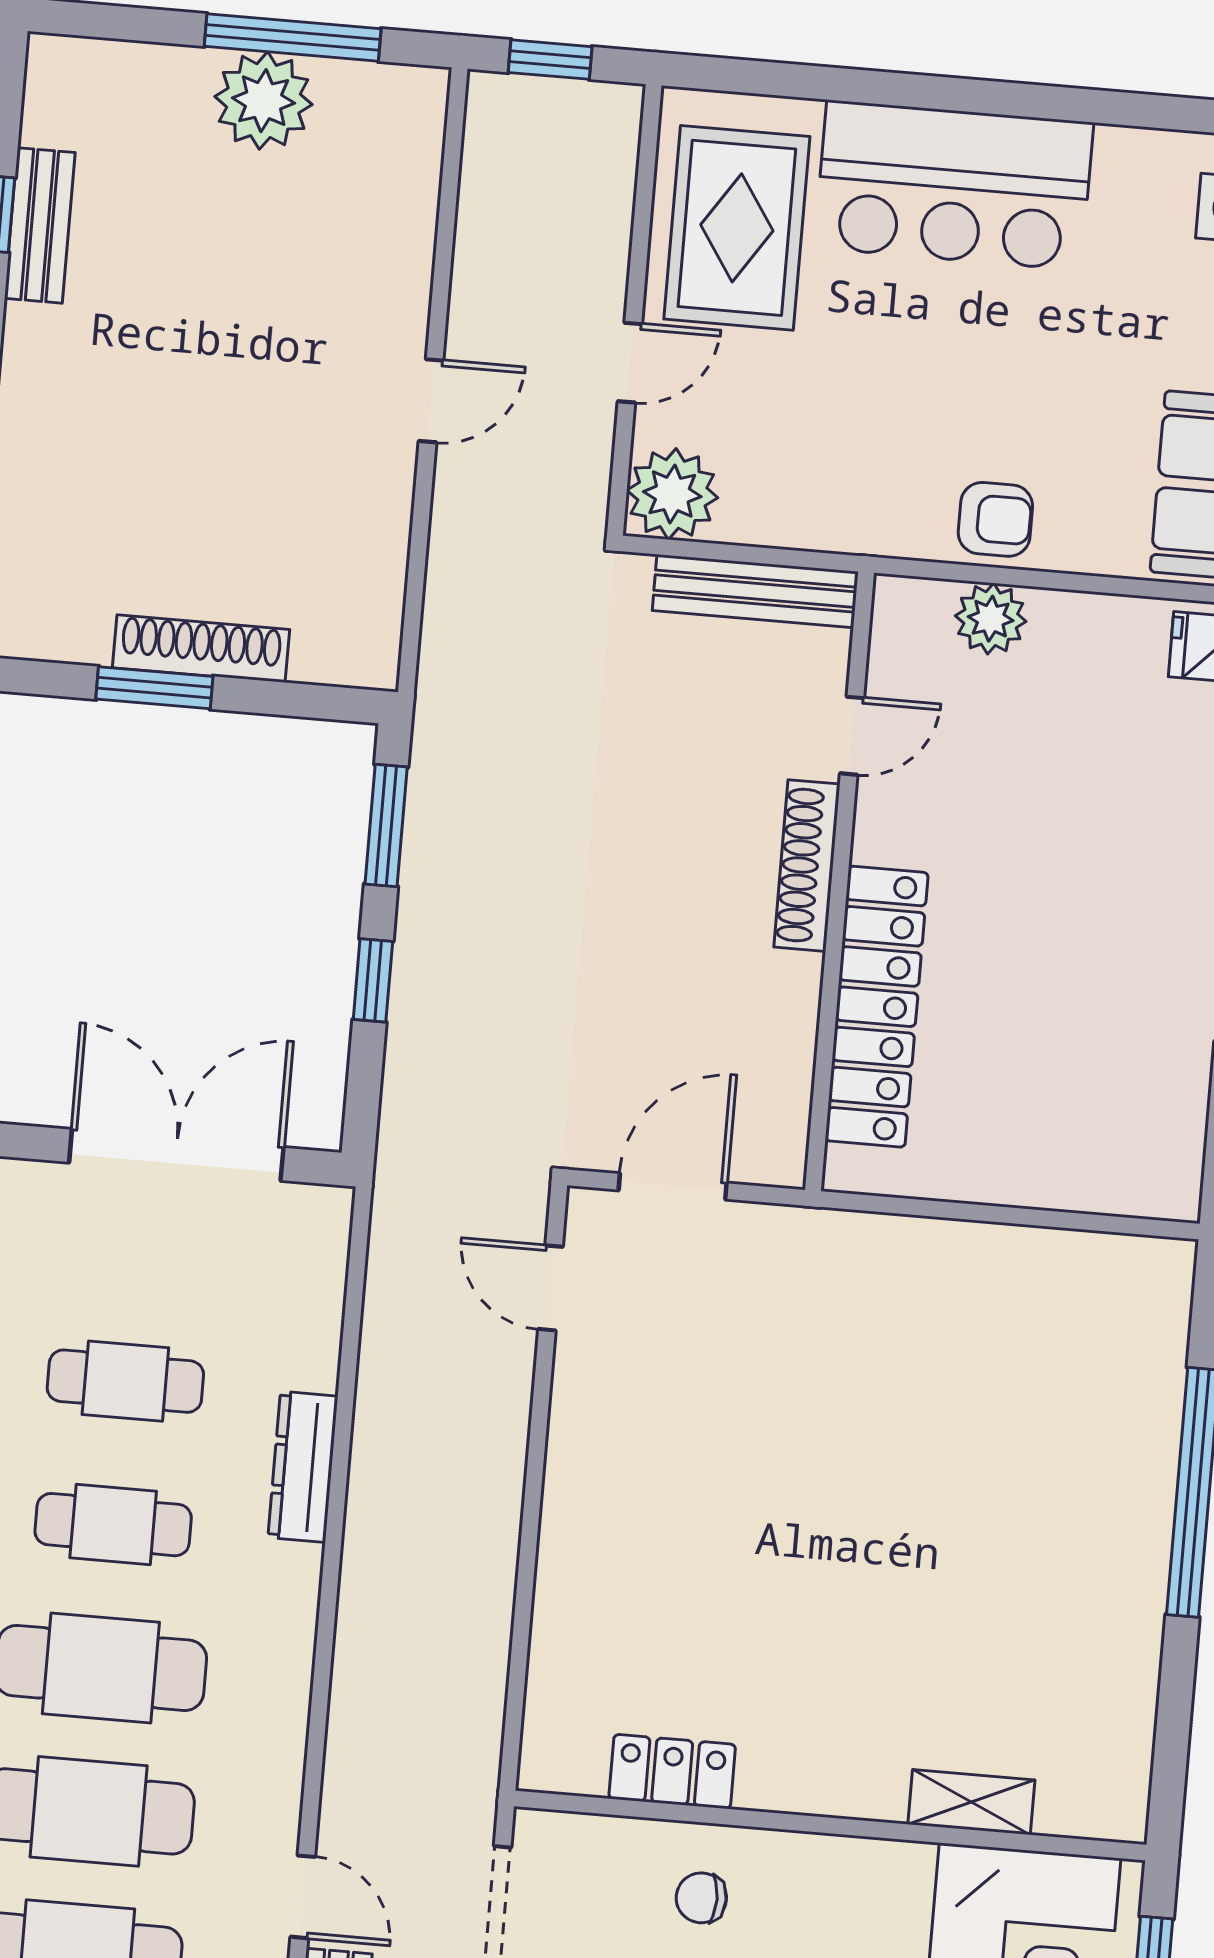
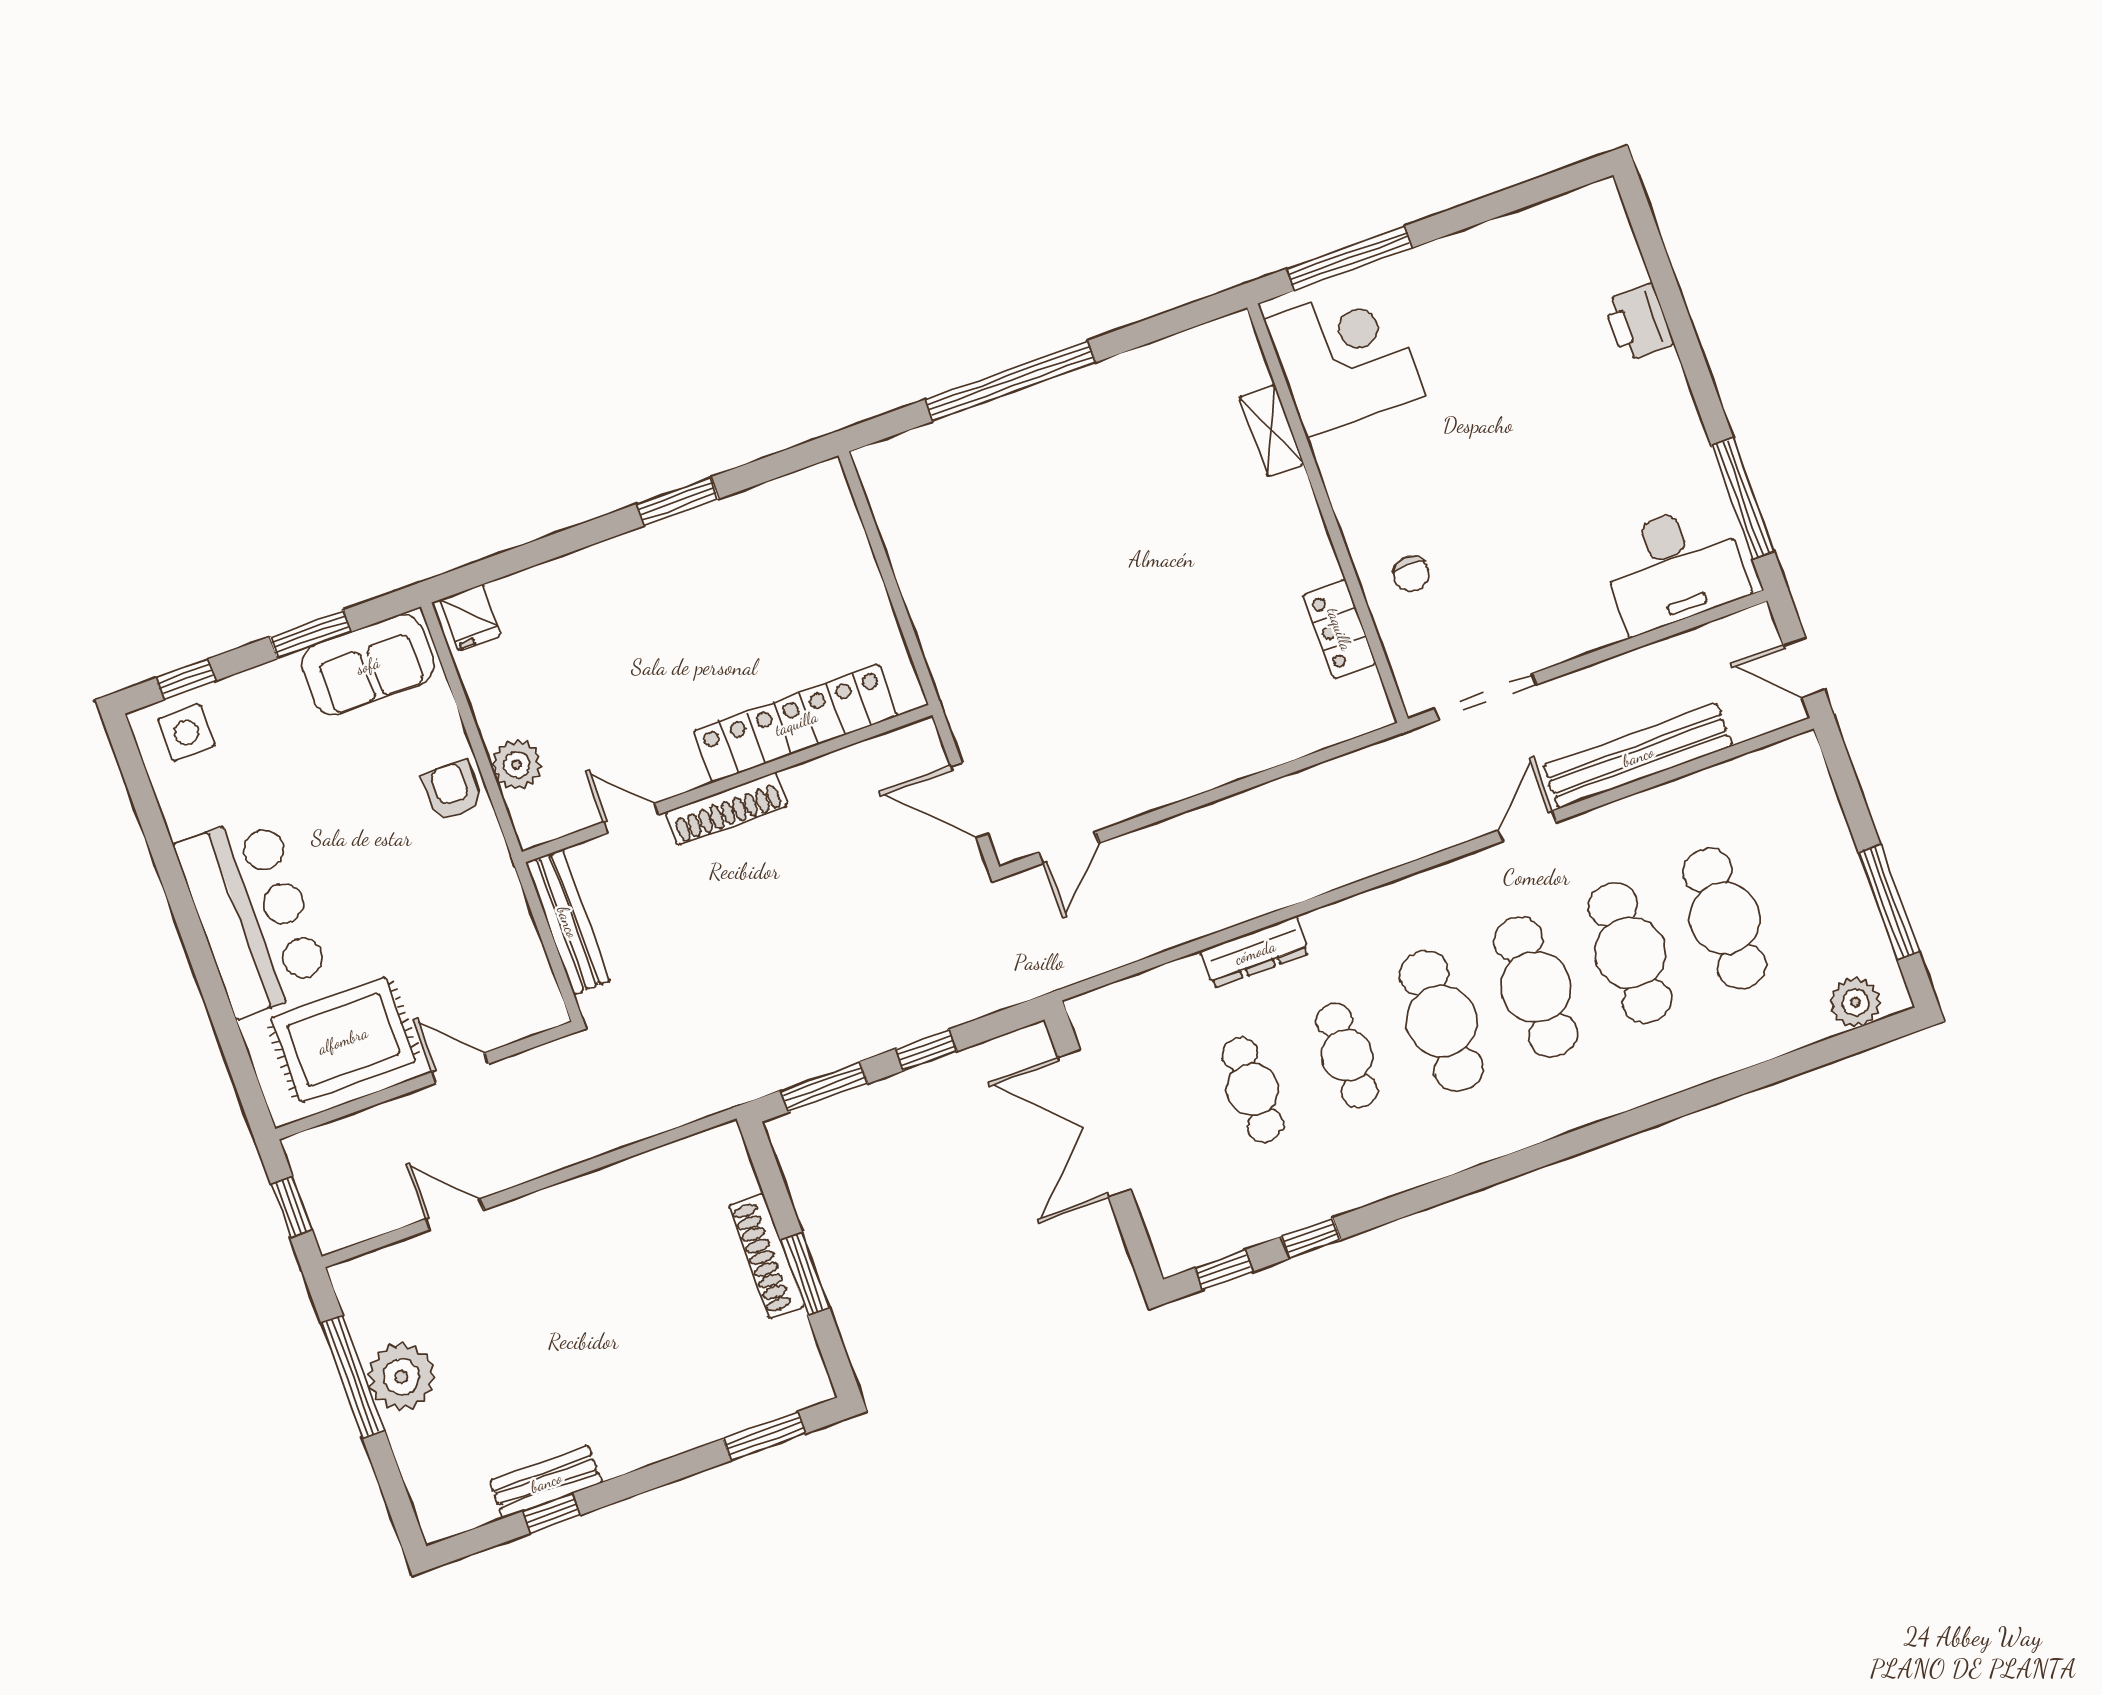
door: (431, 401) -> (455, 1214), moved
plant: (672, 494) -> (531, 1003), removed

